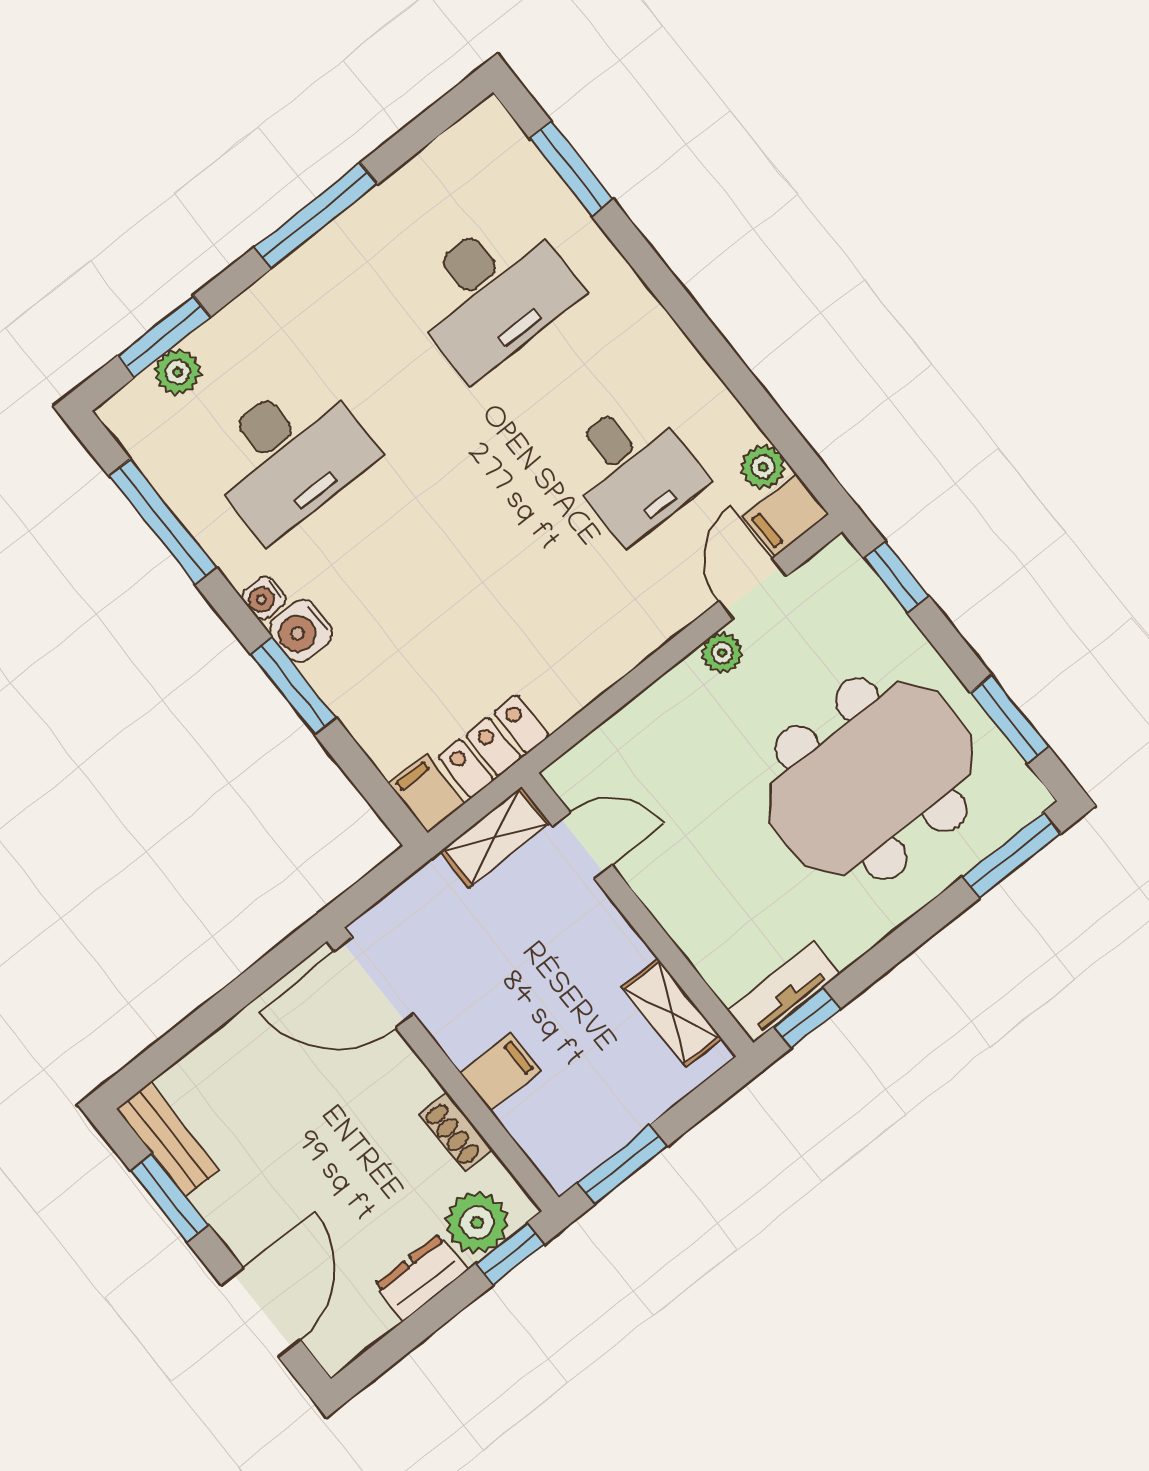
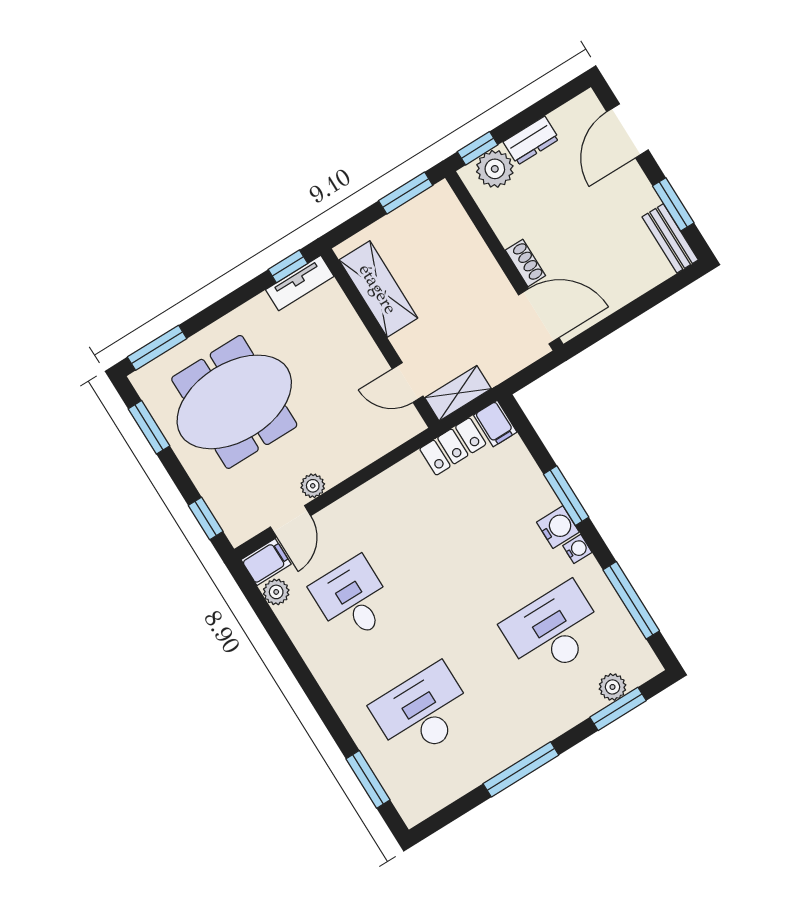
shelving: (672, 1013) -> (378, 289), width x1.50, depth x1.33
filing cabinet: (501, 1072) -> (471, 255), removed
shoe rack: (456, 1131) -> (525, 263), moved

